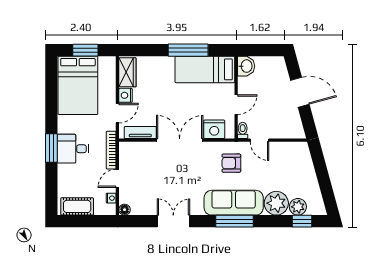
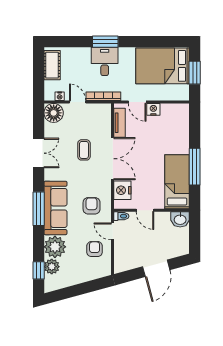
wardrobe: (127, 72) -> (174, 111), removed
door: (259, 140) -> (113, 231), hinge flipped
armchair: (279, 160) -> (95, 249), added
coffee table: (170, 171) -> (84, 150), added
floor lamp: (125, 210) -> (54, 113), width x1.89, depth x1.89

